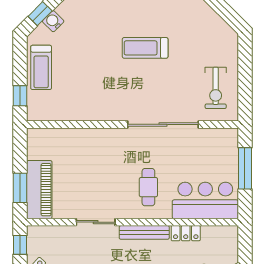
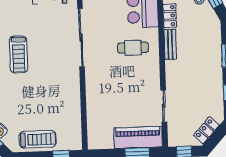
sliding door: (96, 222) -> (164, 106), moved
bench: (144, 232) -> (170, 44), width x0.73

